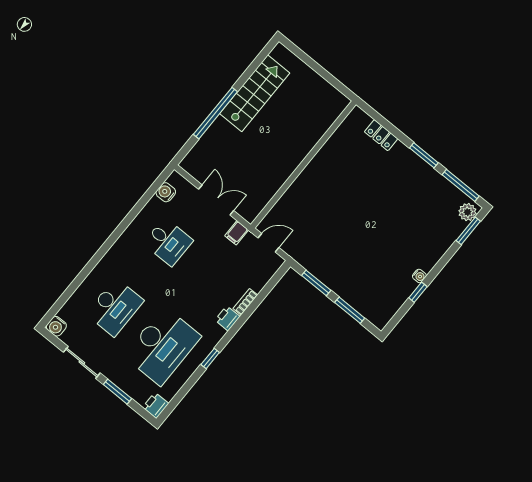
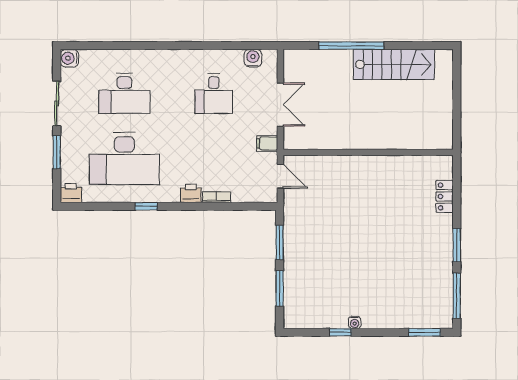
plant: (467, 212) -> (439, 319), removed

